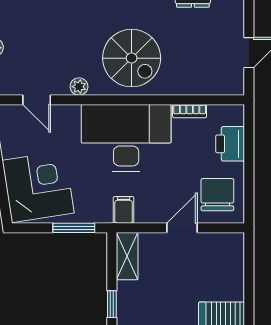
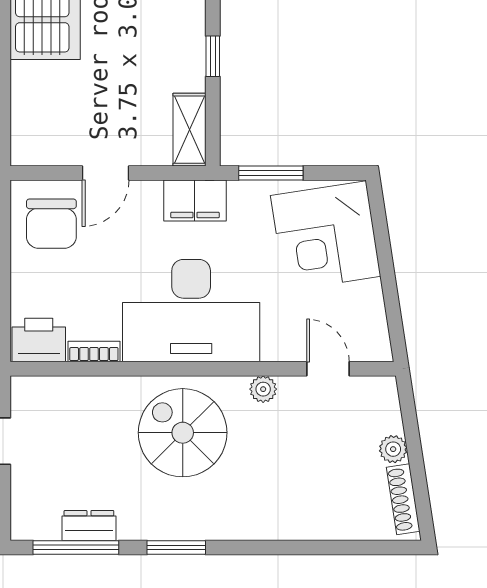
printer: (230, 144) -> (39, 340), moved, turned -90
filing cabinet: (124, 210) -> (195, 200), width x2.00

